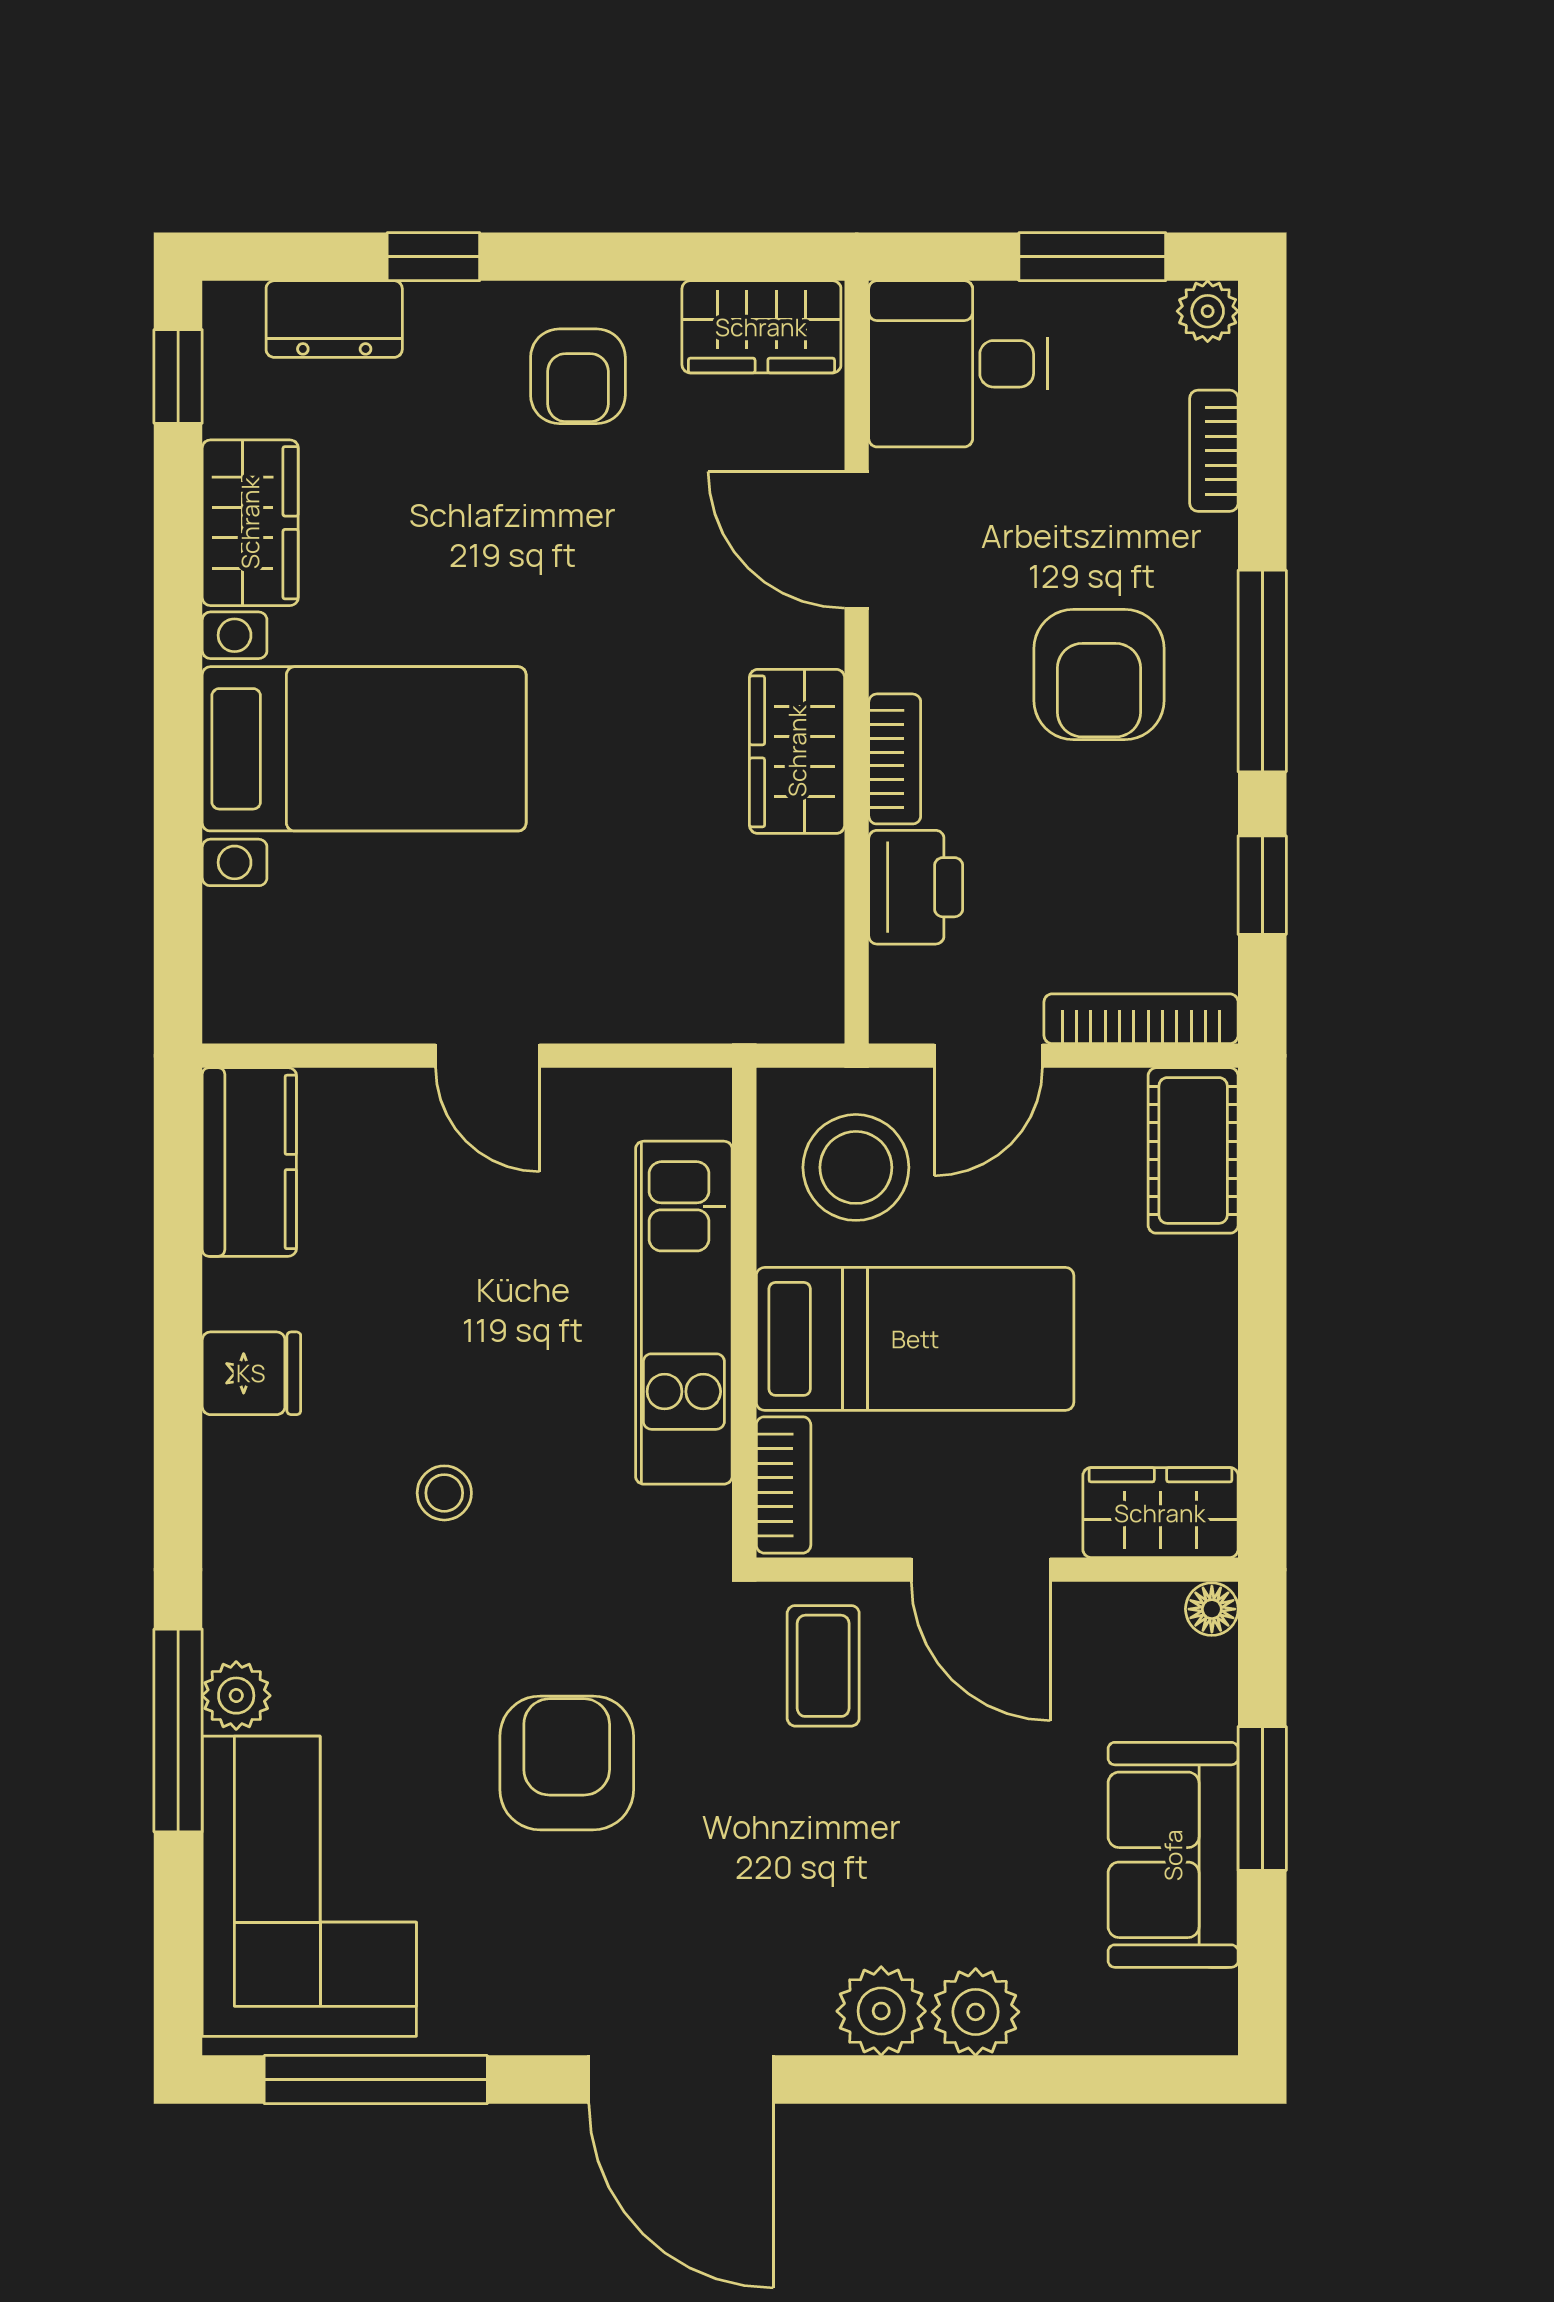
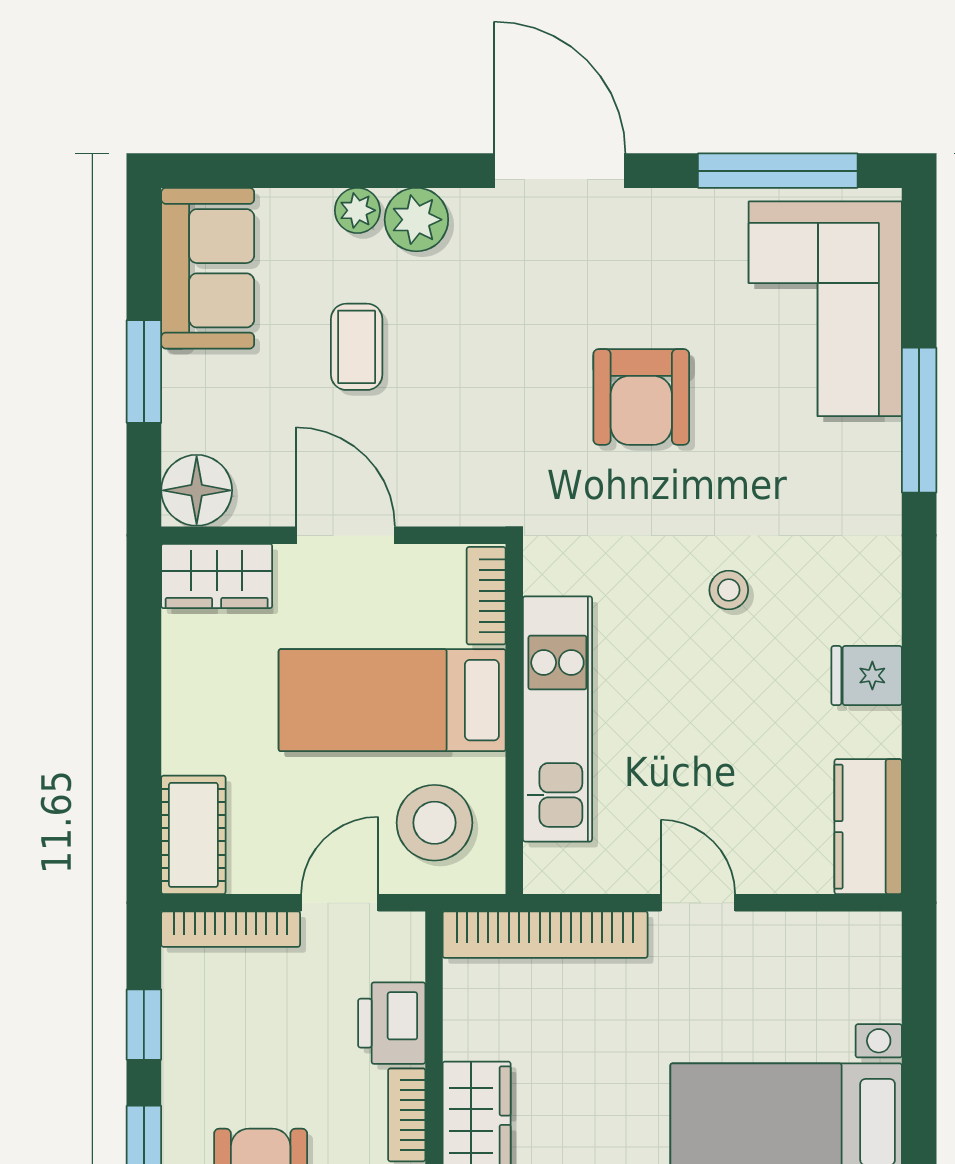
bookcase: (701, 1011) -> (545, 935), added
floor lamp: (1212, 1609) -> (197, 490), width x1.89, depth x1.89
coffee table: (823, 1666) -> (357, 347), moved
plant: (236, 1696) -> (878, 445), removed
sofa: (1173, 1855) -> (208, 268), moved
plant: (976, 2012) -> (357, 210), width x0.73, depth x0.73

